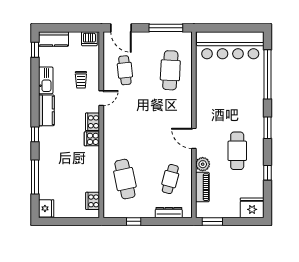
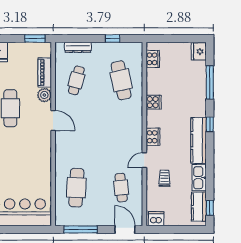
kitchen counter: (54, 39) -> (199, 207), moved, turned -90
kitchen counter: (46, 110) -> (199, 140), width x1.50
cooker: (92, 139) -> (154, 102), moved

